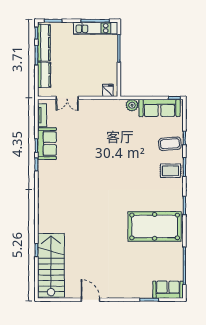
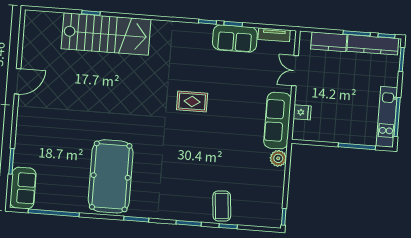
fridge: (108, 90) -> (302, 112), moved
sofa: (159, 108) -> (277, 121), moved
rug: (170, 171) -> (192, 102), moved, turned 90
stairs: (51, 265) -> (106, 34), moved

